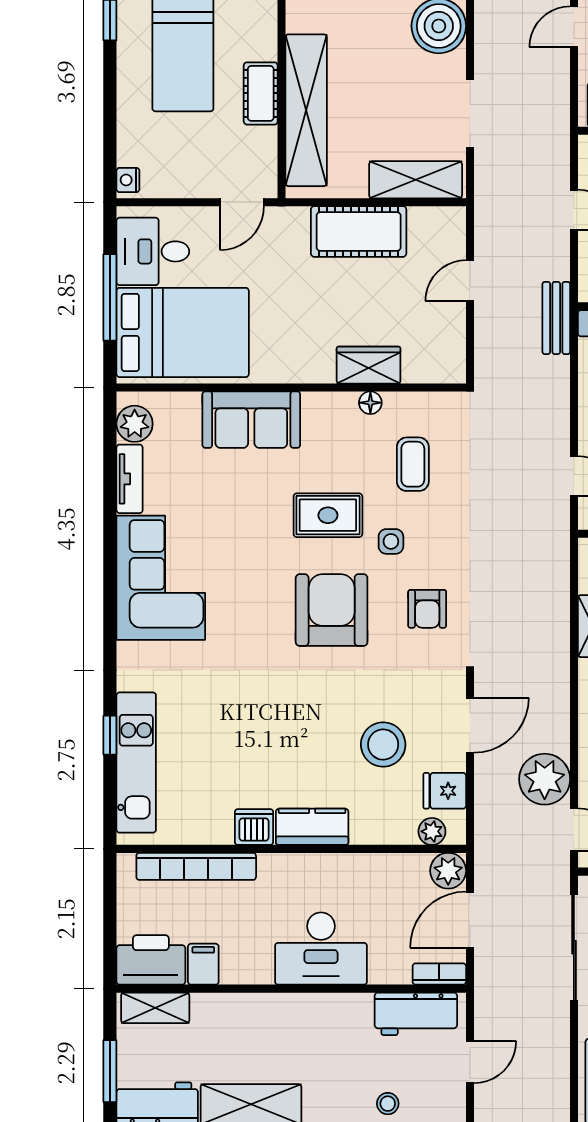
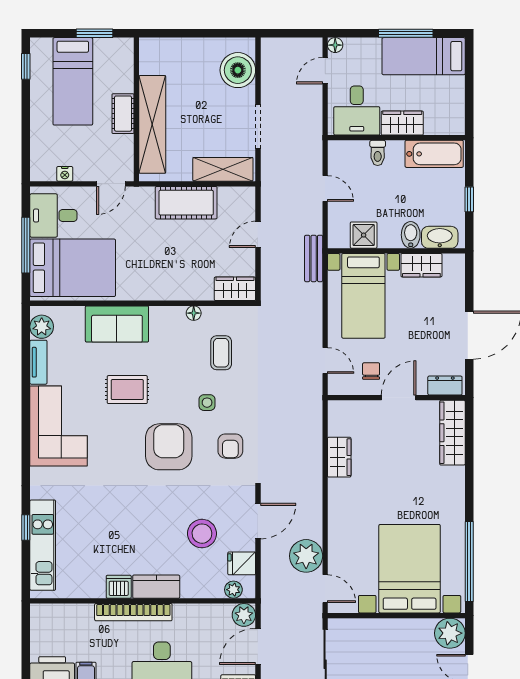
nightstand: (128, 180) -> (65, 174), moved, turned -90
wardrobe: (369, 365) -> (235, 289), moved
rug: (328, 515) -> (127, 390), moved
bookcase: (196, 866) -> (133, 612), moved

